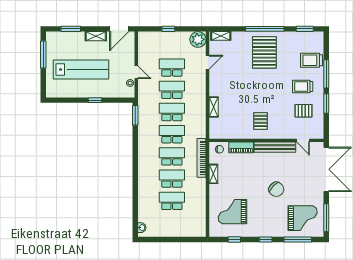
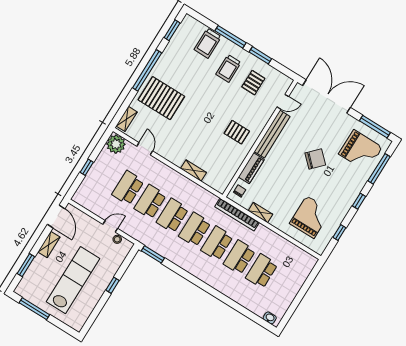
pallet: (264, 52) -> (161, 98), moved
grand piano: (232, 212) -> (310, 217), turned 180
grand piano: (303, 218) -> (360, 151), turned 90

